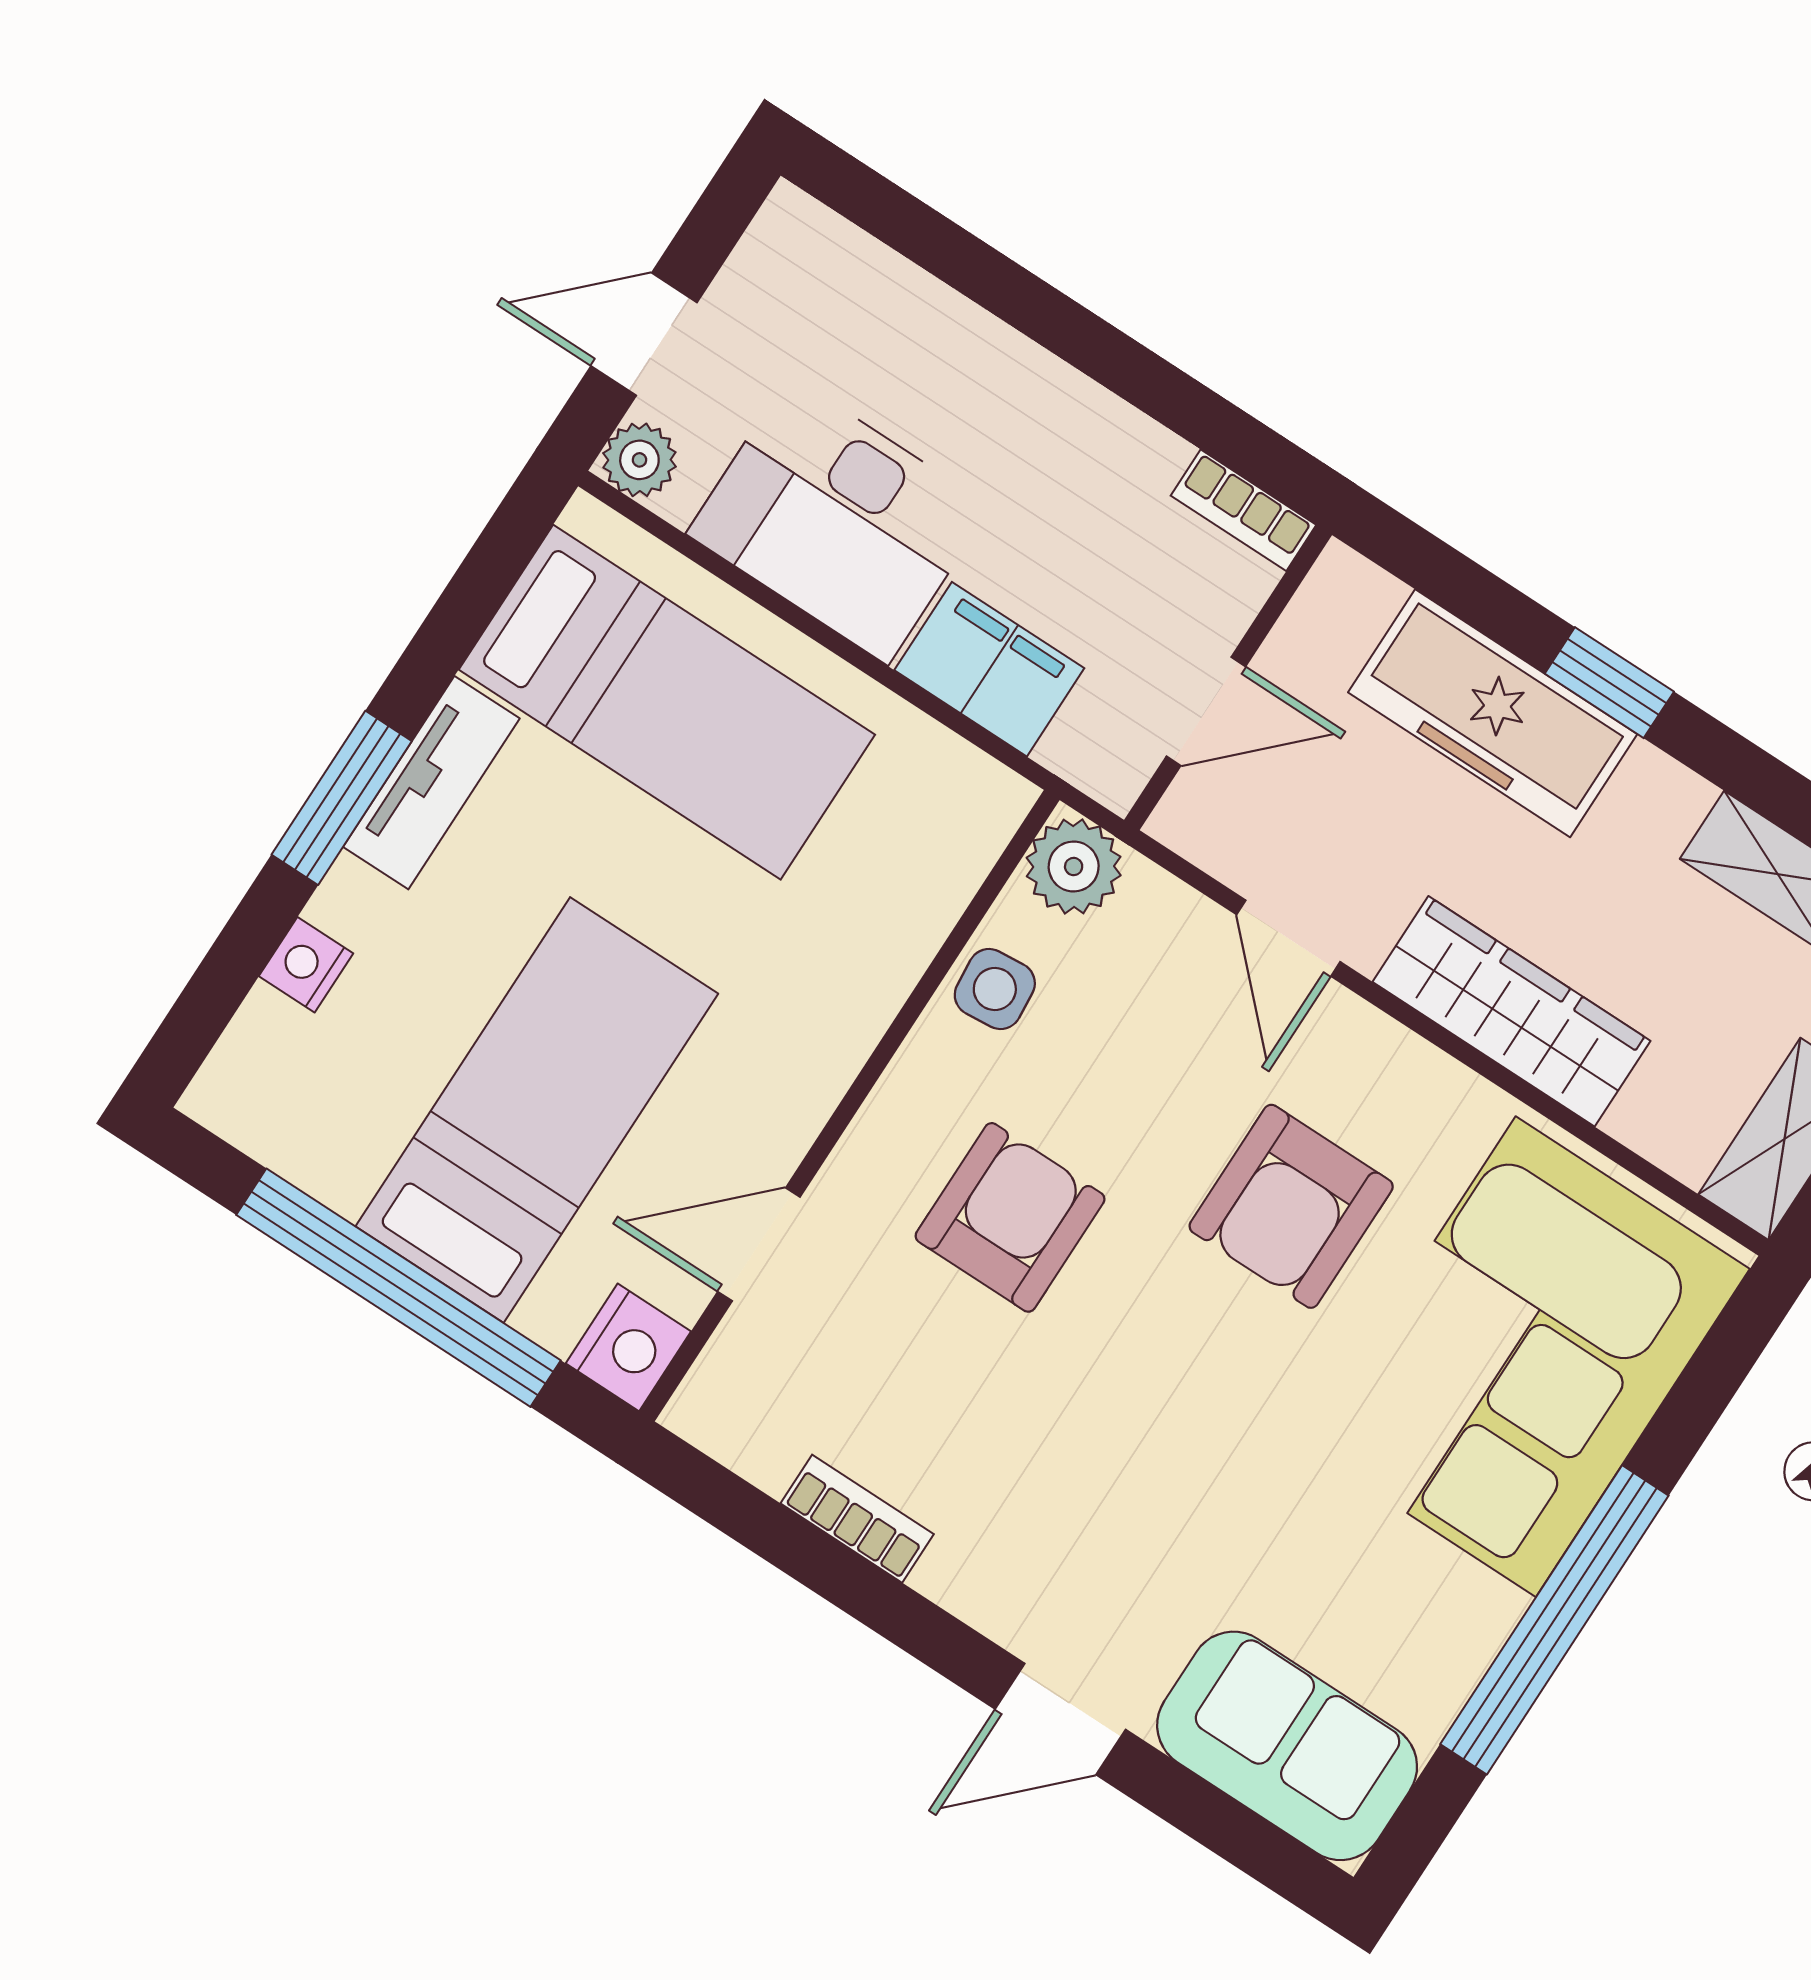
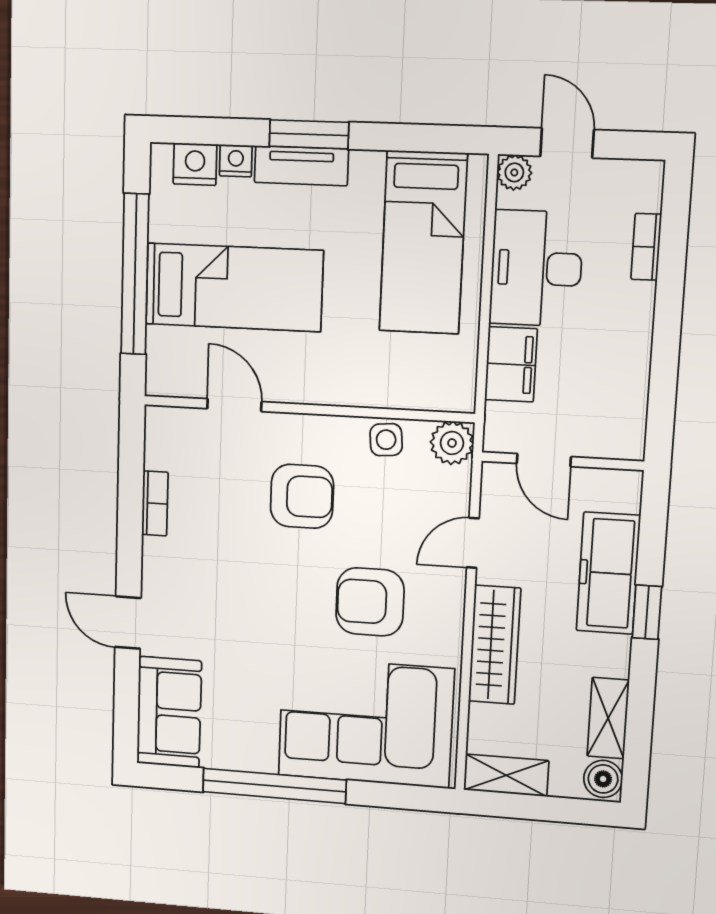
bookcase: (1243, 510) -> (646, 247), moved
tv unit: (431, 783) -> (301, 166), moved
nightstand: (628, 1347) -> (195, 164), moved, turned 180

